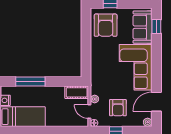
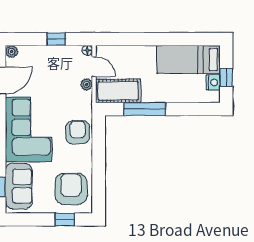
window: (30, 82) -> (145, 109), moved
cot: (77, 92) -> (118, 91), width x1.37, depth x1.34
armchair: (118, 108) -> (78, 132), moved

